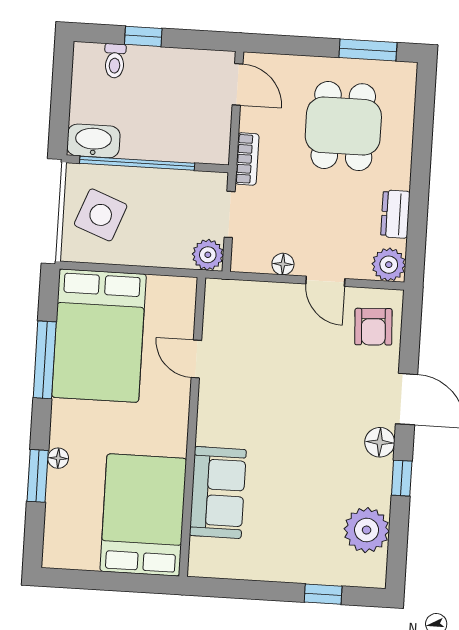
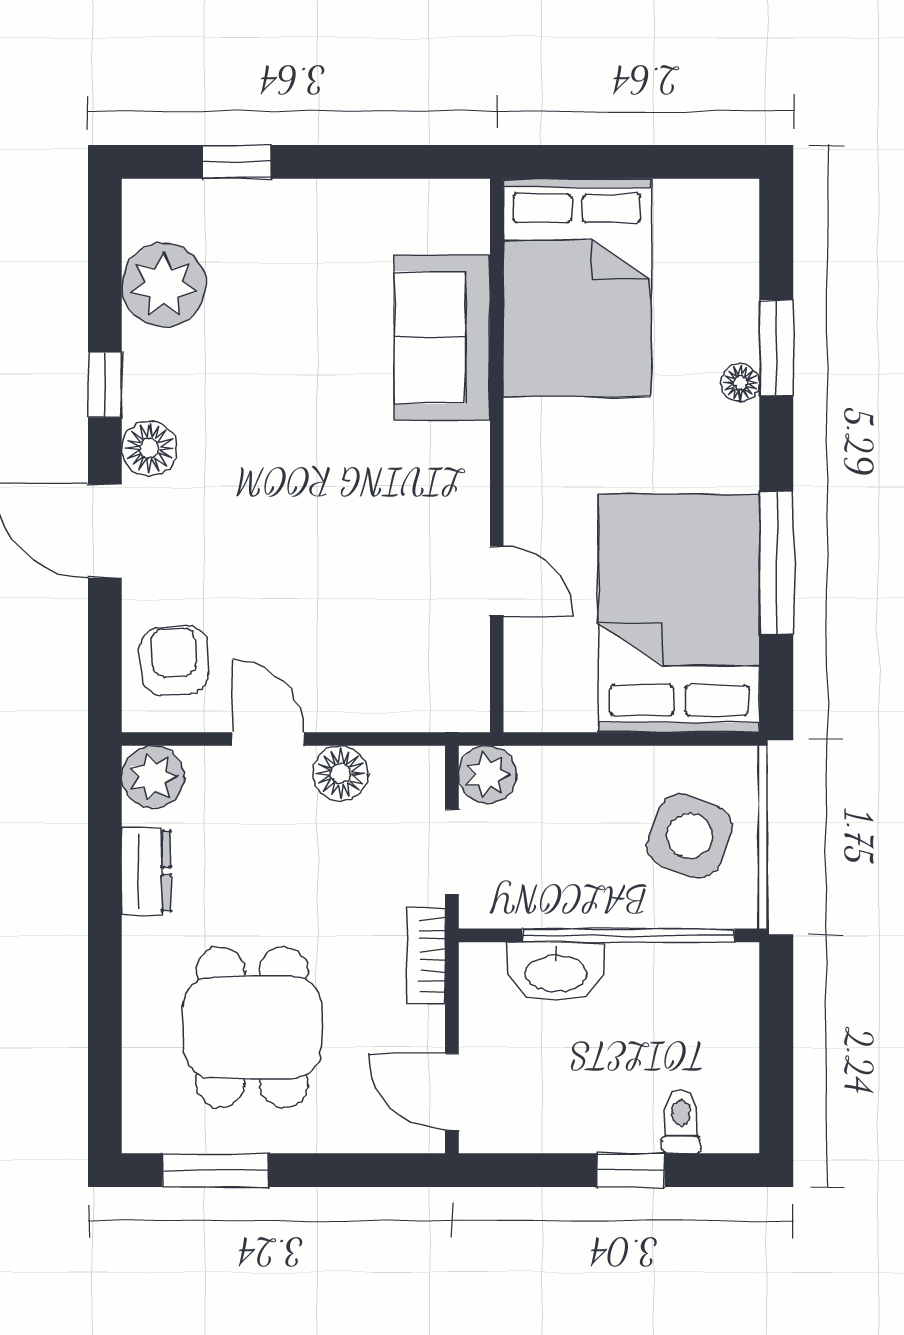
washbasin: (93, 141) -> (556, 972), moved
floor lamp: (283, 264) -> (341, 773), width x1.37, depth x1.37

